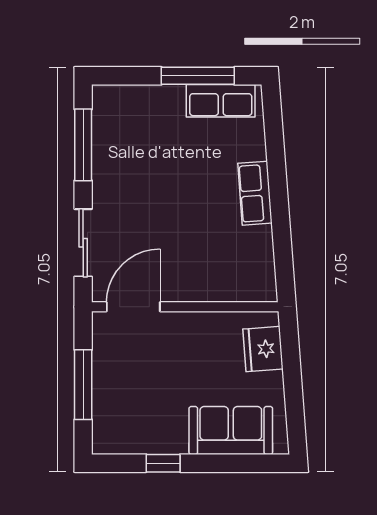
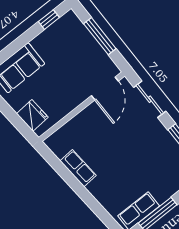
row of seats: (255, 193) -> (78, 168), moved
window: (163, 463) -> (49, 20), moved

